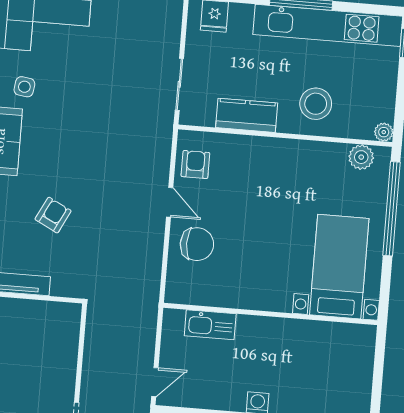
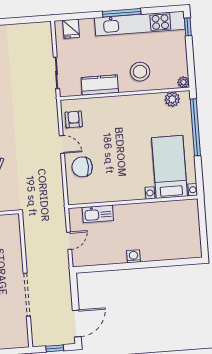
chair: (197, 244) -> (82, 167), turned 180
door: (155, 382) -> (69, 241), moved

